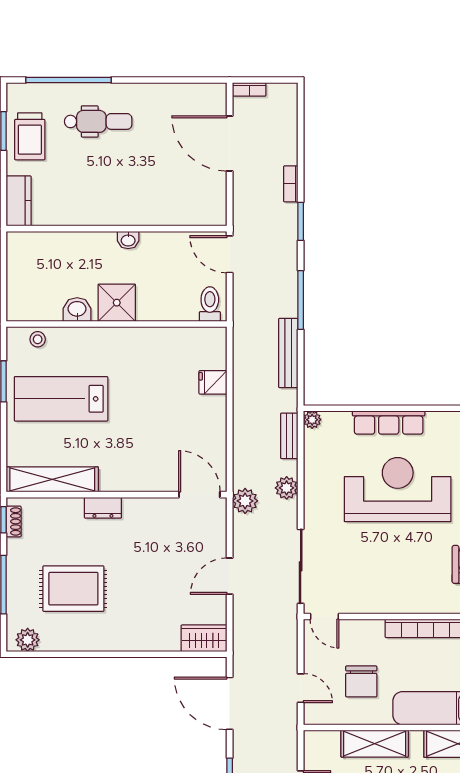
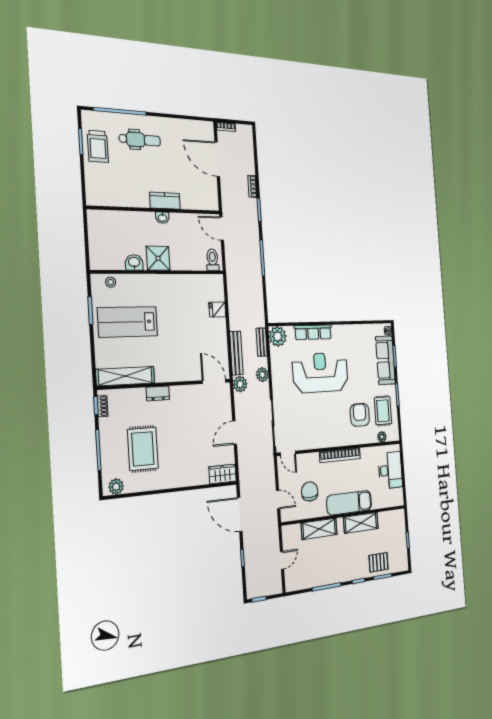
kitchen counter: (19, 201) -> (165, 201), moved, turned -90
bench: (288, 353) -> (236, 353), moved
plant: (312, 420) -> (278, 336), width x1.87, depth x1.87
rug: (73, 589) -> (143, 449), turned 90
chair: (361, 681) -> (310, 491), turned 180

